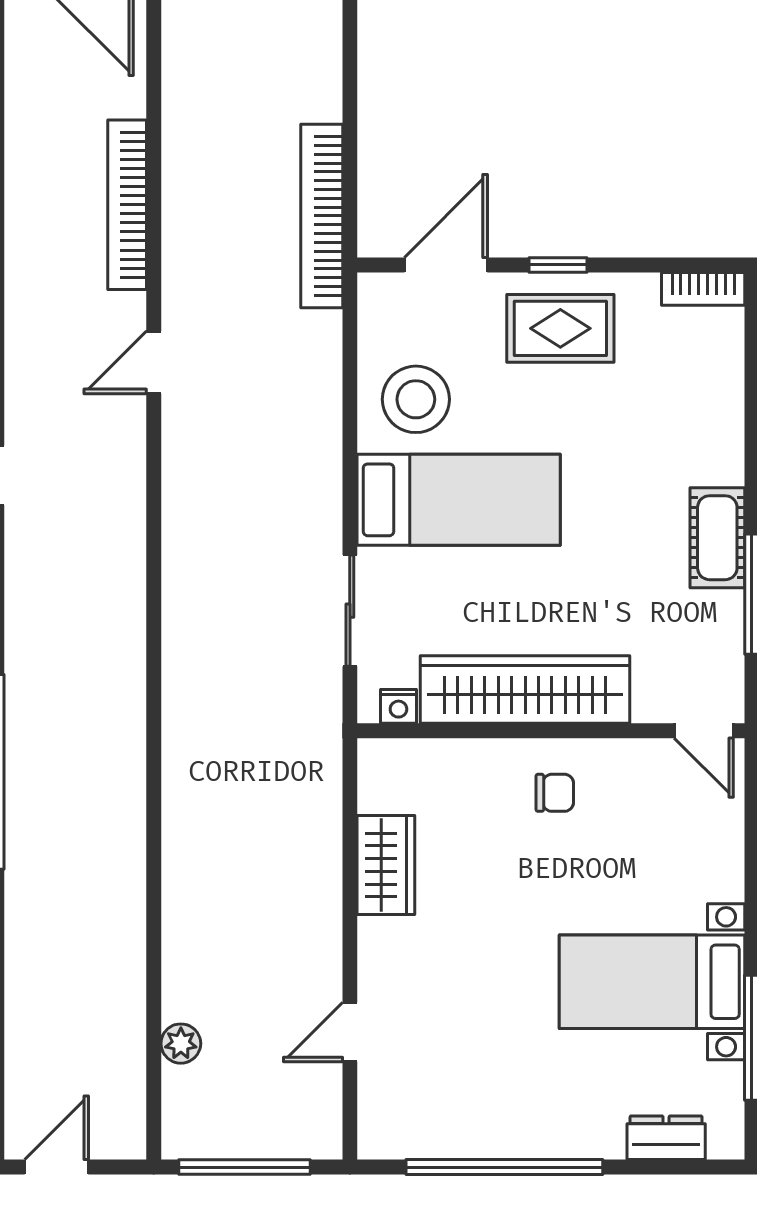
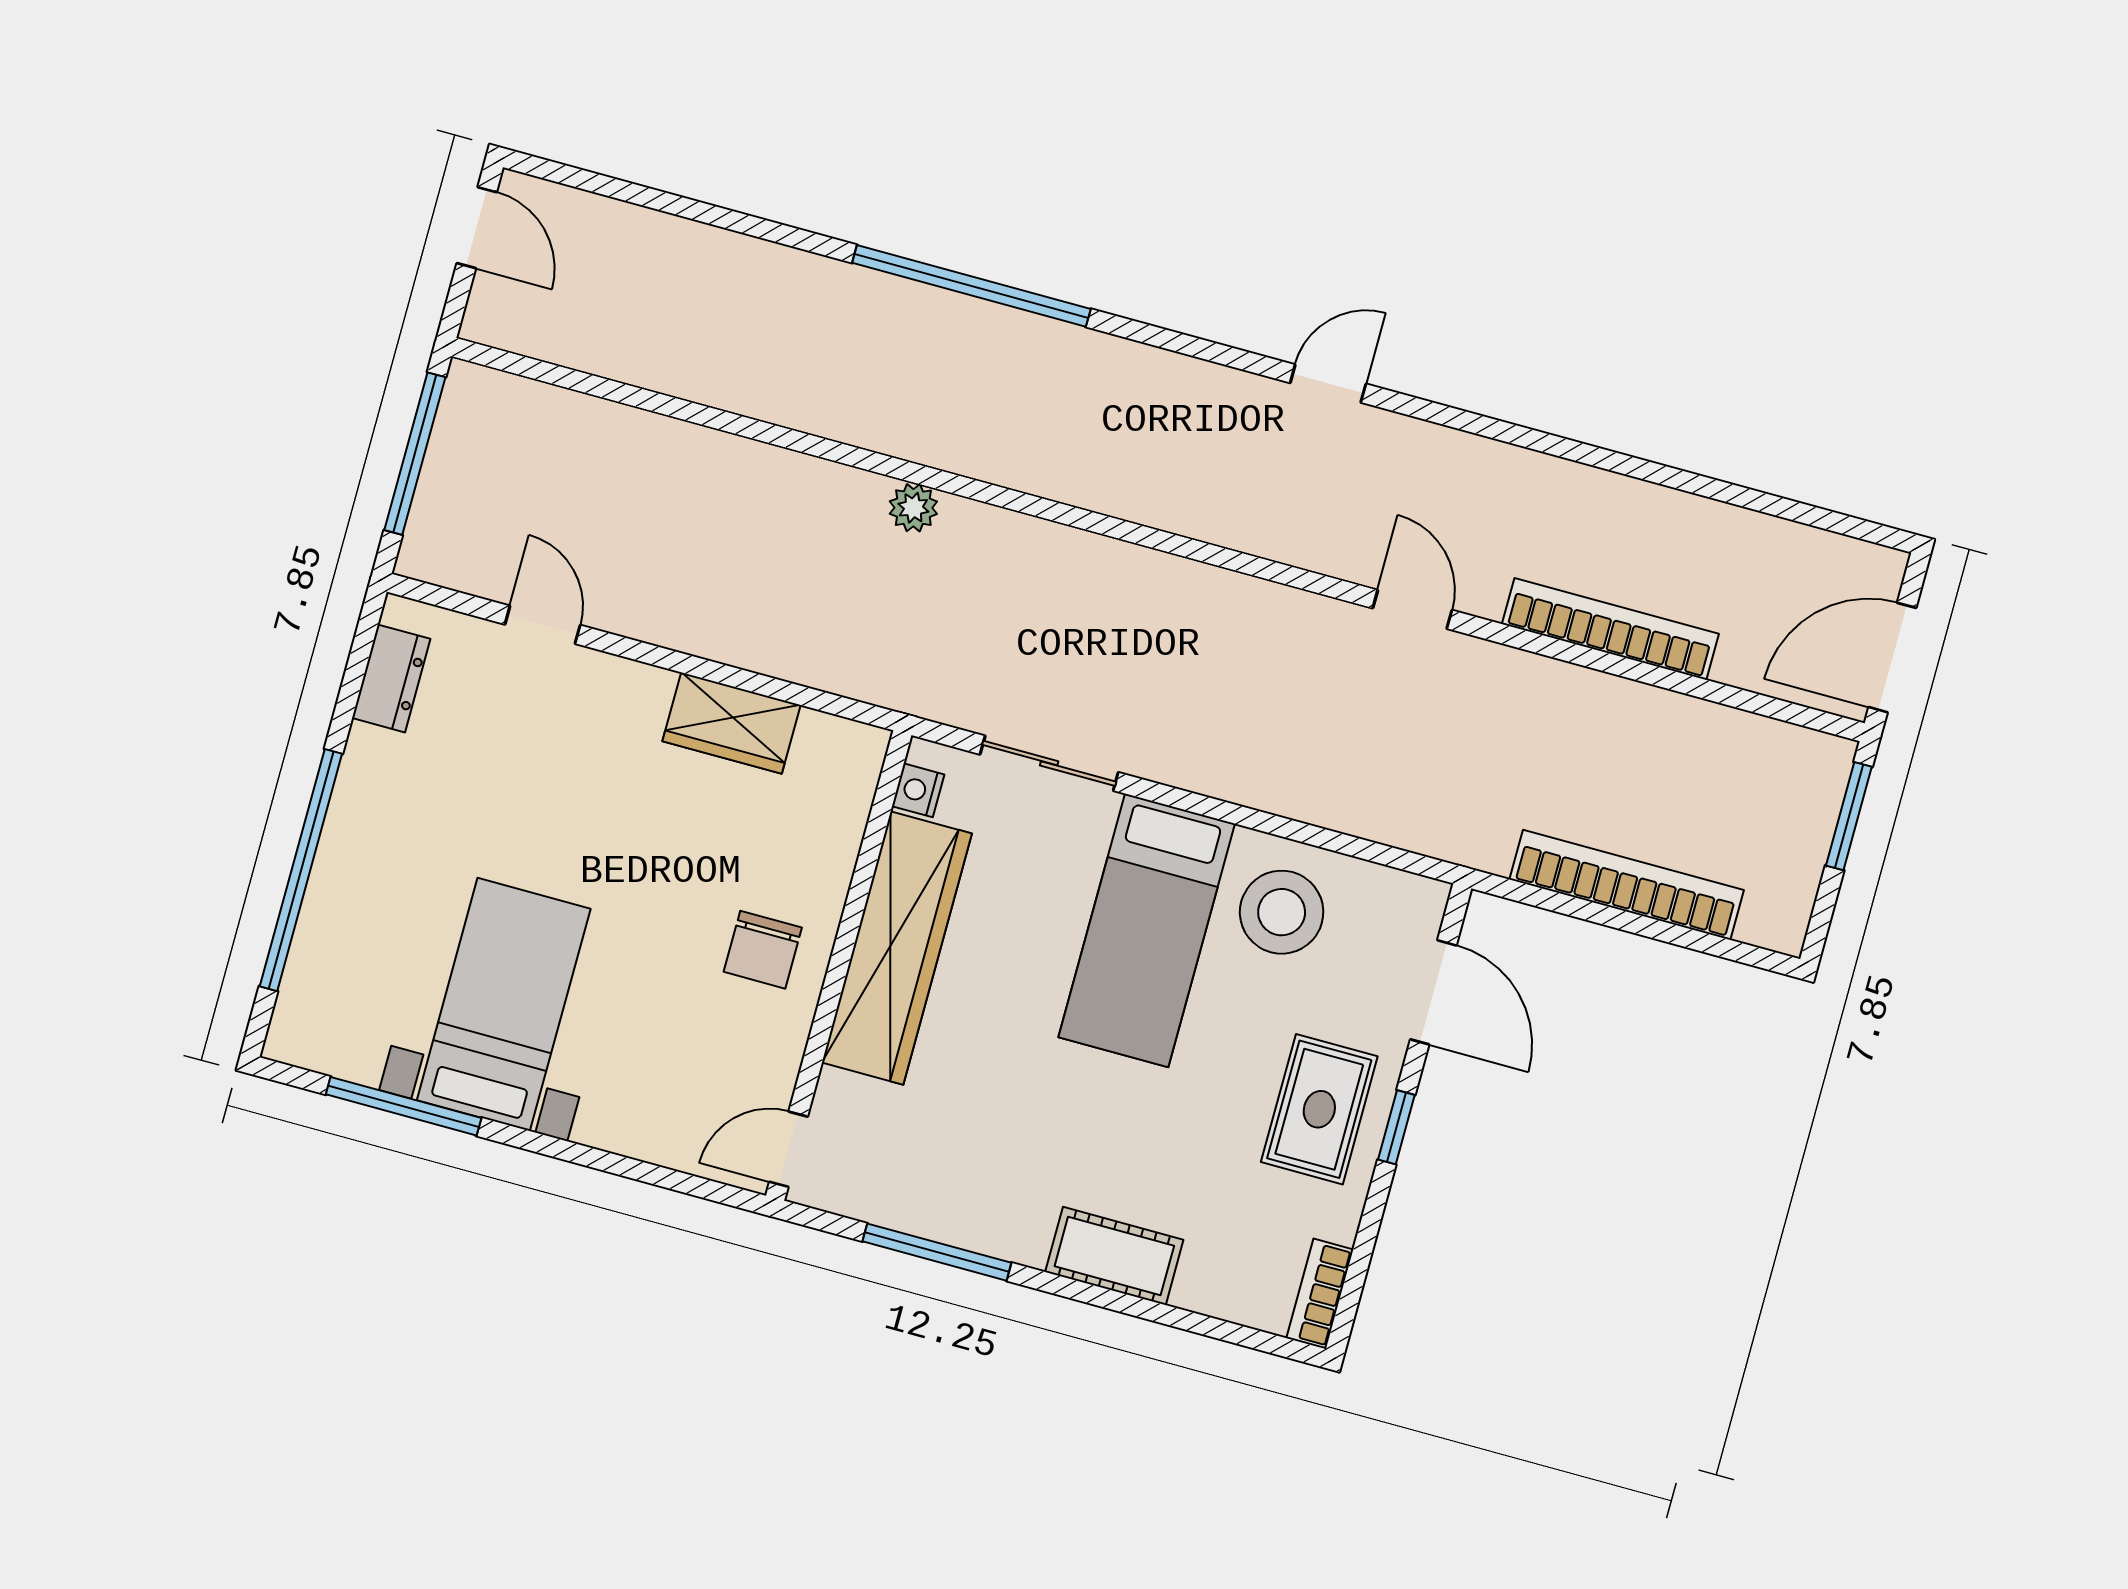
bookcase: (322, 216) -> (1627, 885), moved
cot: (717, 538) -> (1114, 1256), moved
chair: (555, 793) -> (763, 950), width x1.37, depth x1.37
plant: (181, 1044) -> (913, 508), moved
dresser: (666, 1138) -> (391, 678), moved
window: (504, 1167) -> (301, 870), moved

